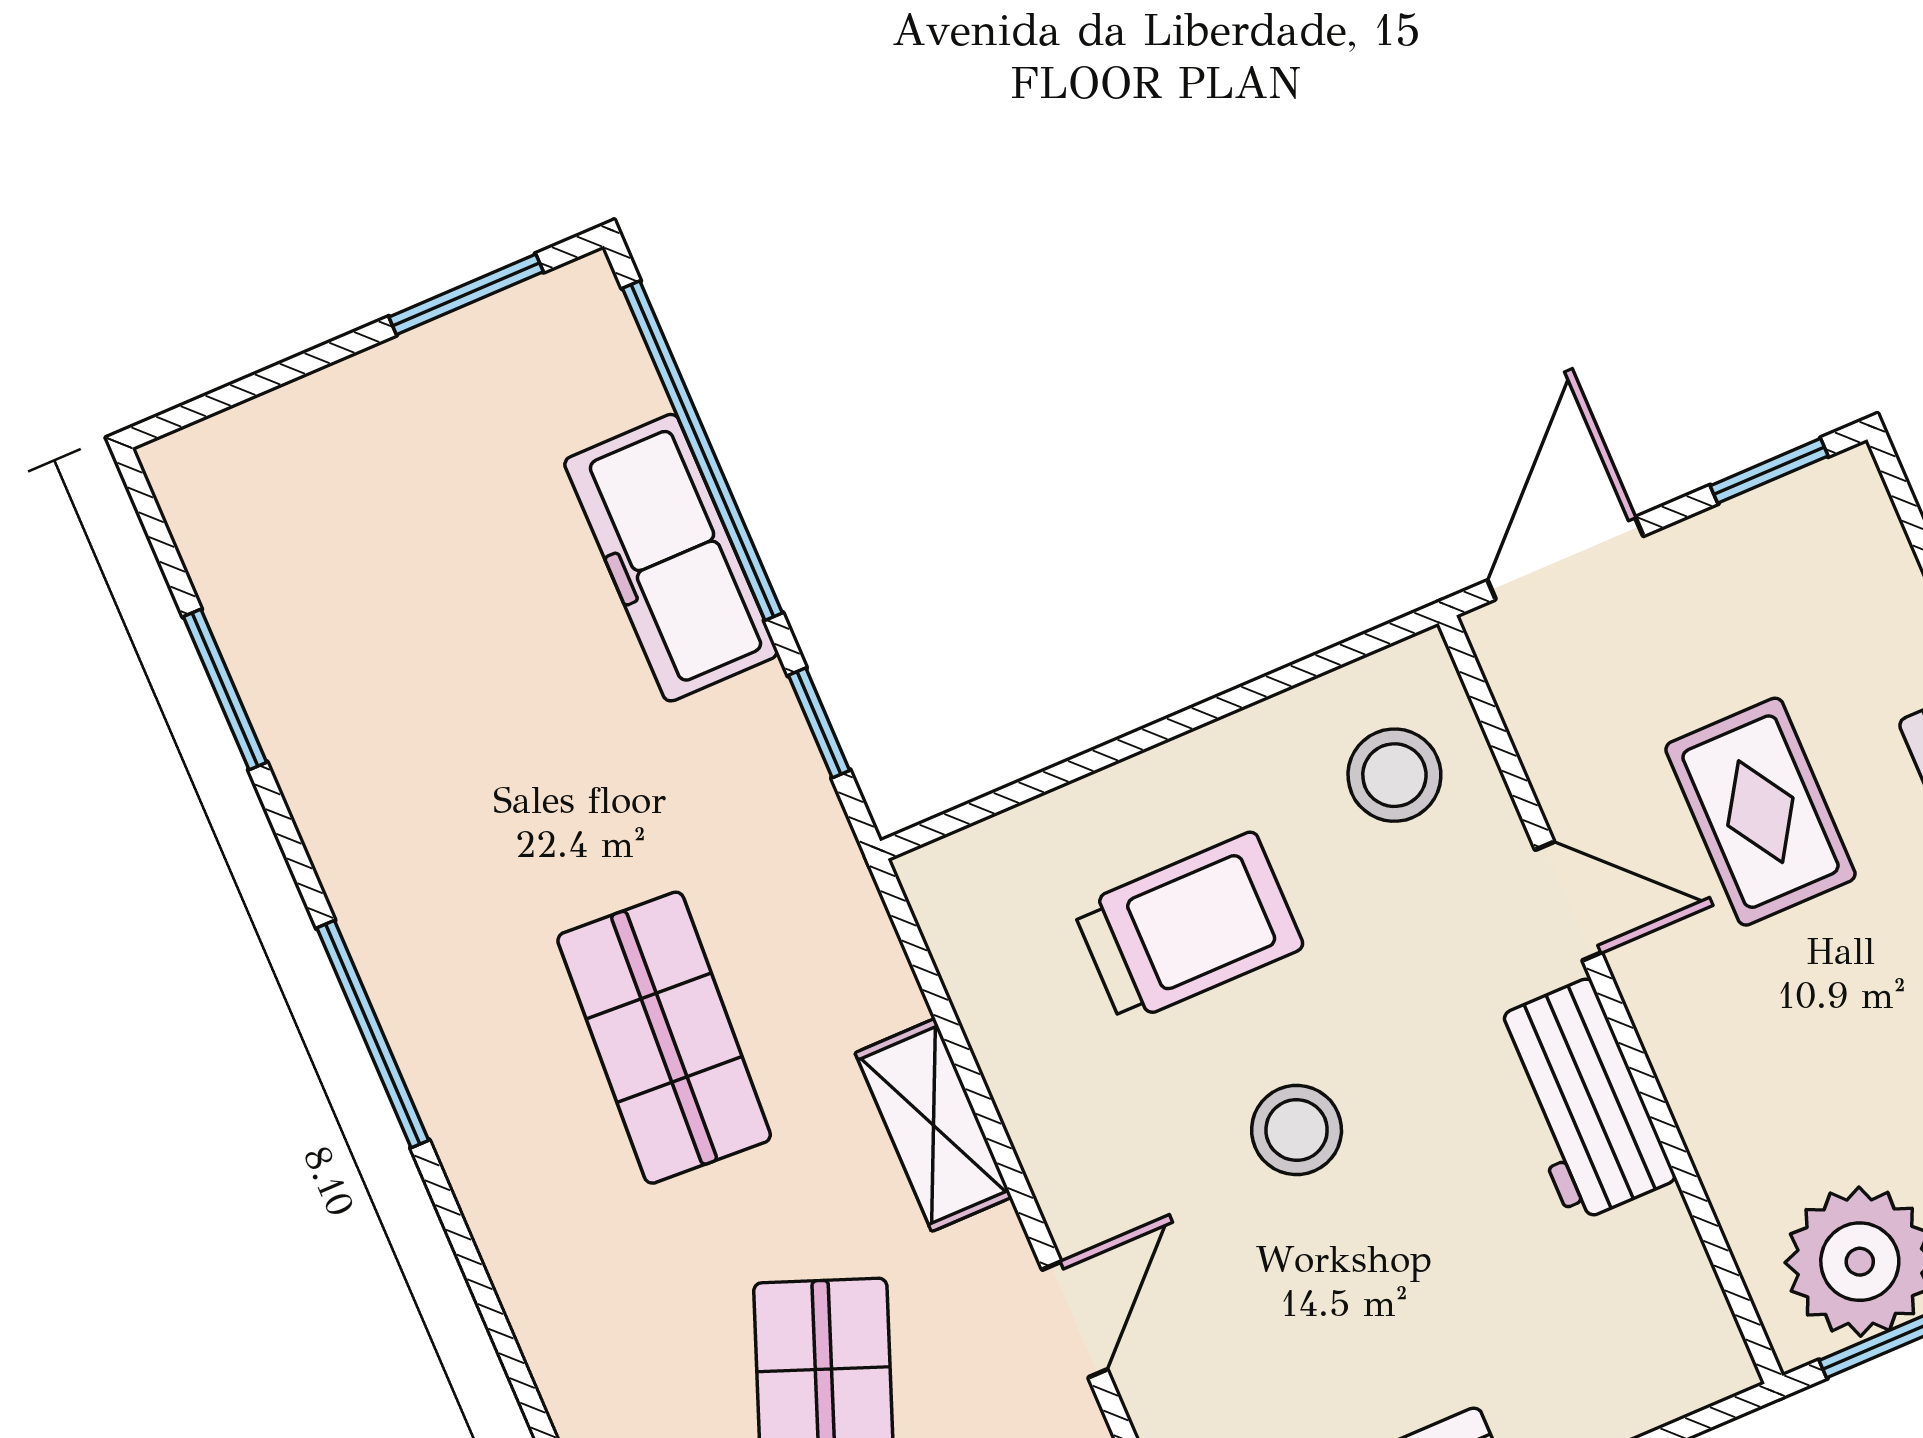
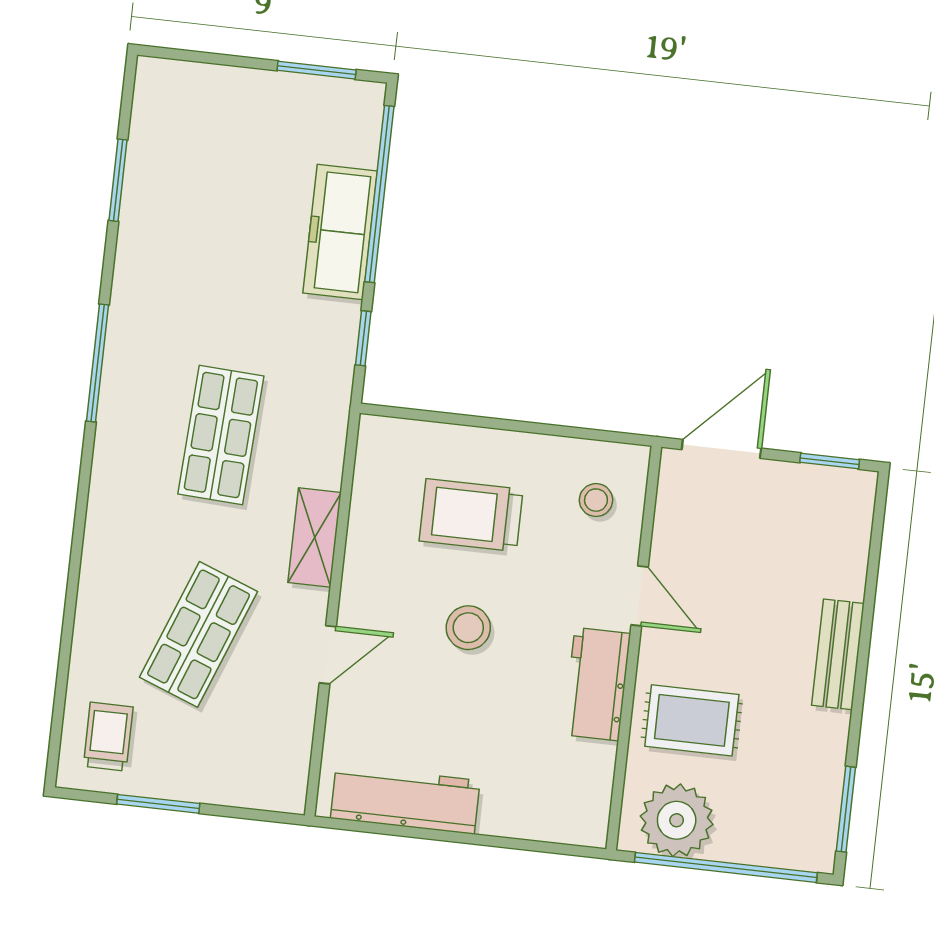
stool: (1394, 775) -> (596, 500), width x0.73, depth x0.73
rug: (1760, 812) -> (692, 720), moved, turned 90
trolley: (1188, 928) -> (471, 515), turned 180

